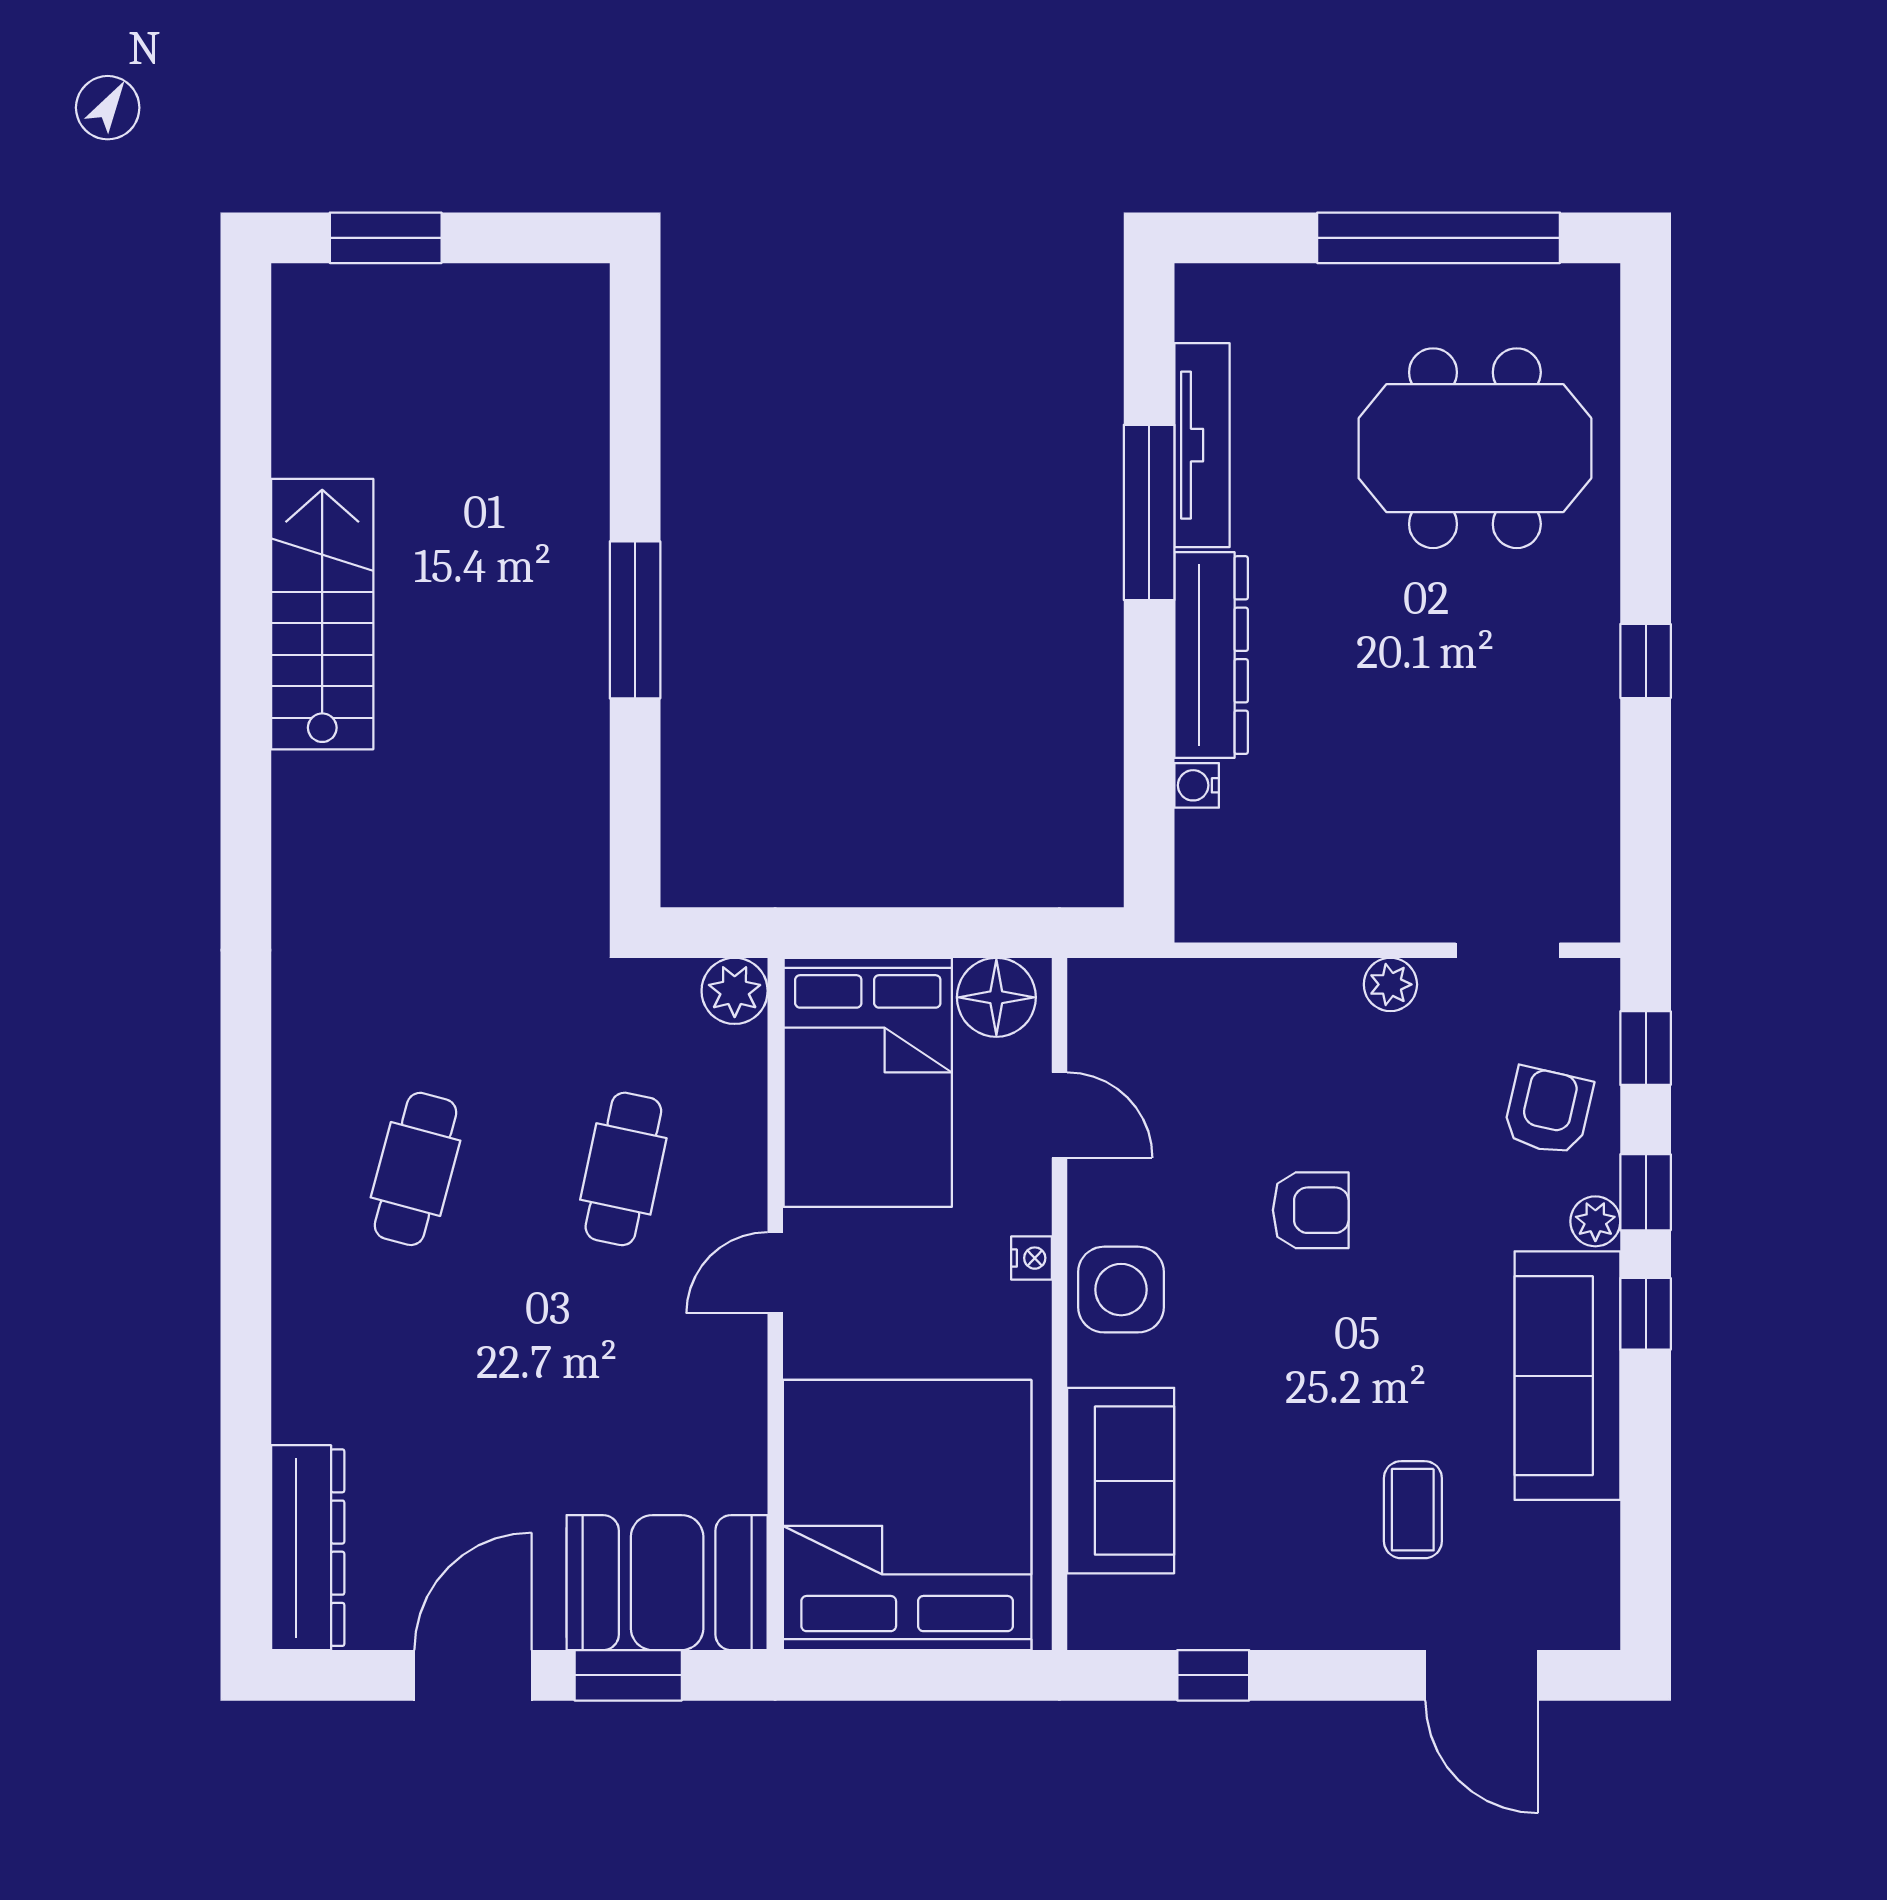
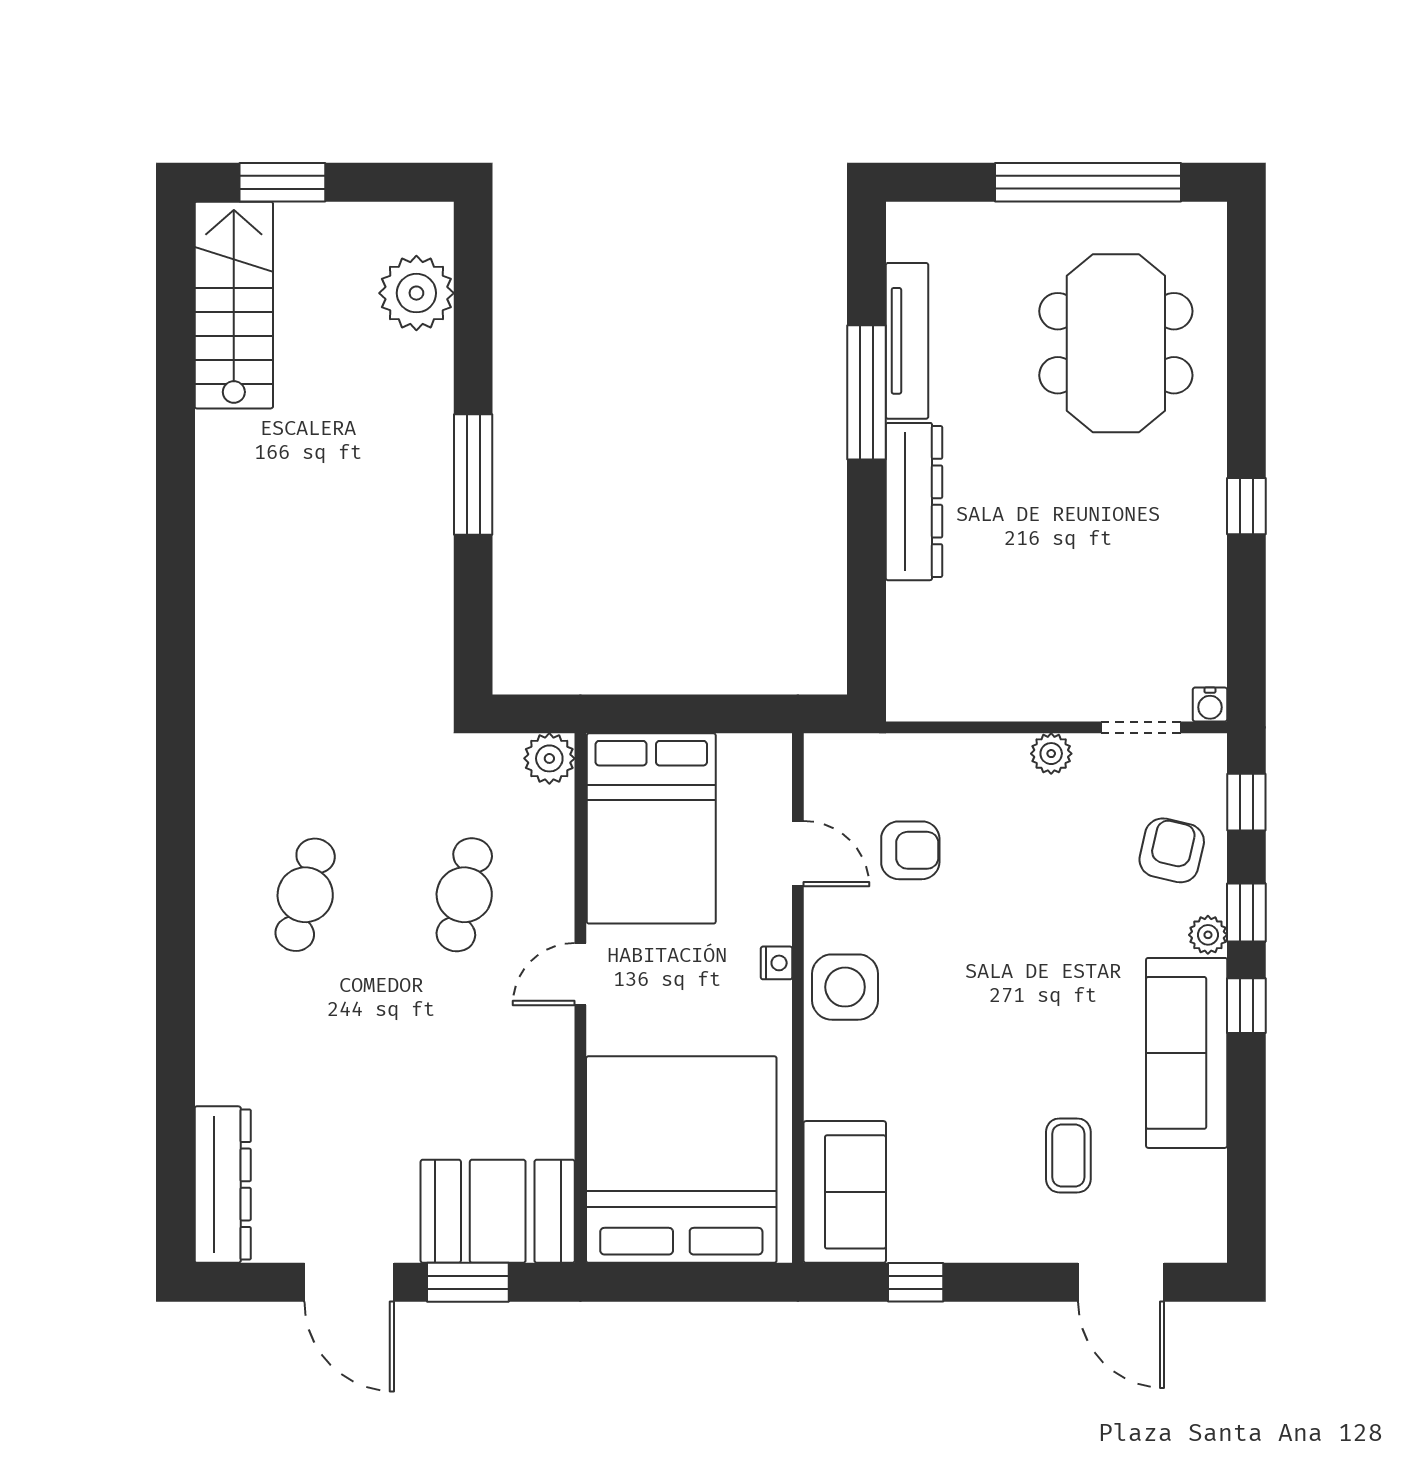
plant: (561, 383) -> (416, 293), added
meeting table: (1475, 448) -> (1116, 343), turned 90
stairs: (322, 614) -> (234, 305), moved
water cooler: (1197, 785) -> (1210, 705), moved, turned -90
floor lamp: (996, 997) -> (750, 763), removed
armchair: (1311, 1210) -> (910, 850), moved
sofa: (1121, 1481) -> (845, 1192), moved
door: (473, 1675) -> (349, 1282), swing flipped

